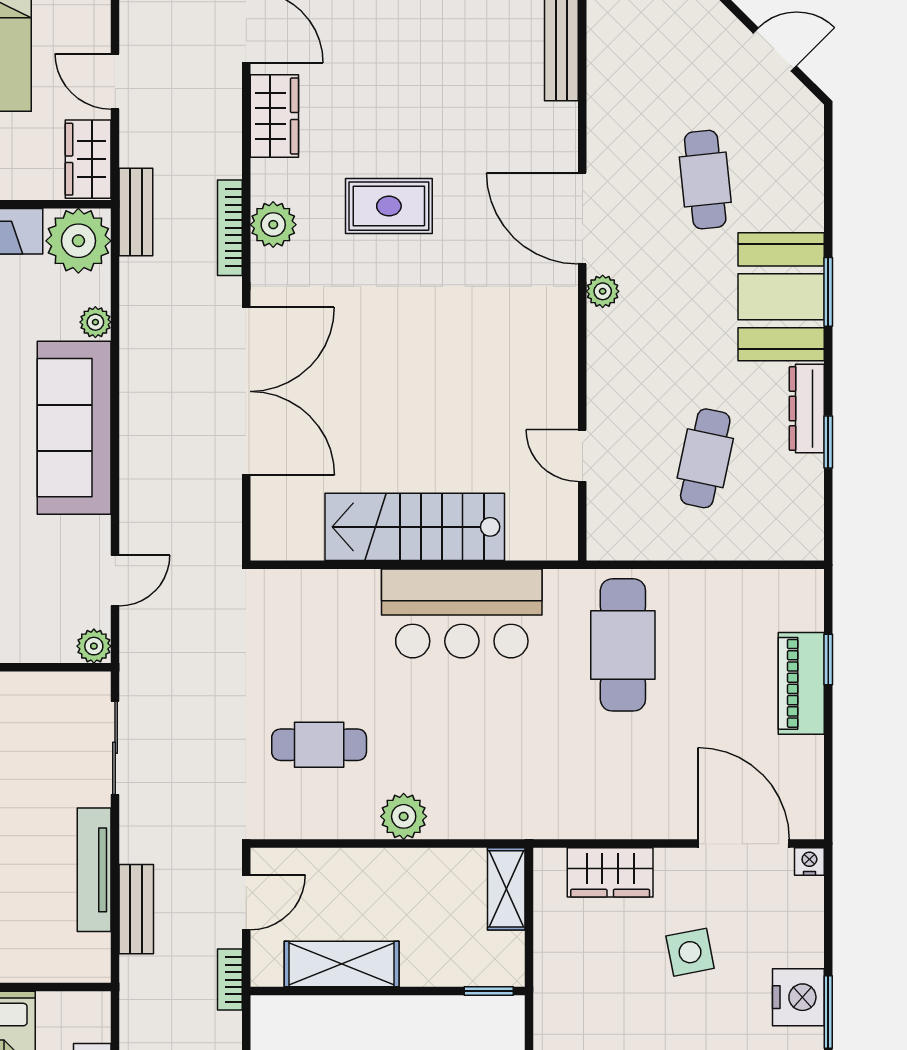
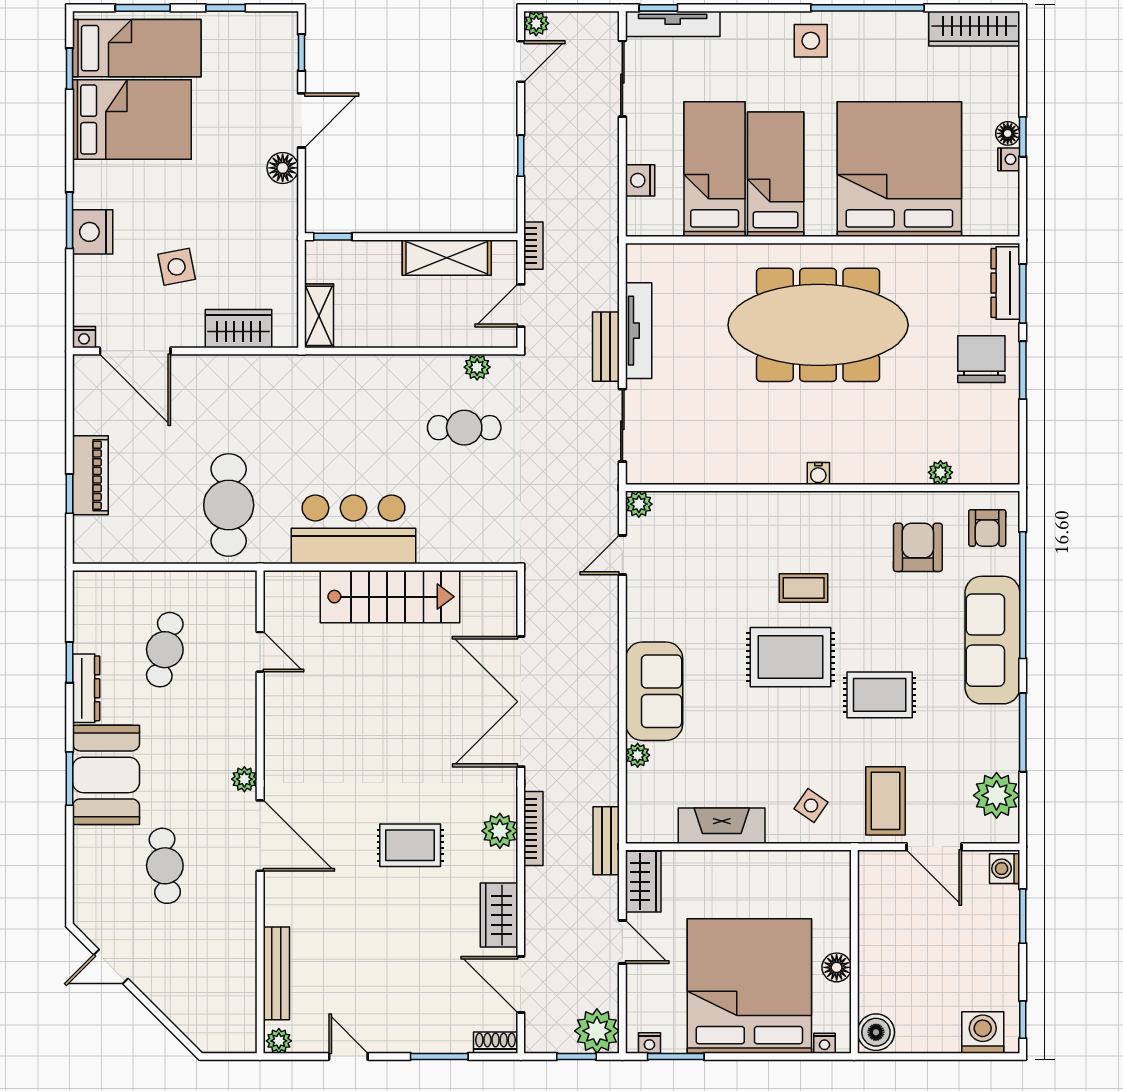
plant: (78, 241) -> (651, 818), removed
sofa: (74, 428) -> (654, 691), width x0.73
plant: (404, 816) -> (477, 367), moved, width x0.73, depth x0.73
bench: (136, 909) -> (606, 347), moved

